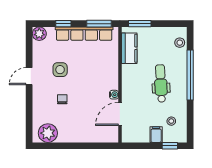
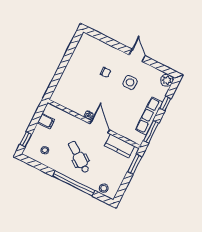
row of seats: (84, 34) -> (149, 116), width x0.73
dental chair: (161, 83) -> (79, 157), turned -141
door: (120, 114) -> (100, 127), moved
plant: (48, 133) -> (85, 47), removed
filing cabinet: (156, 135) -> (46, 121), moved

